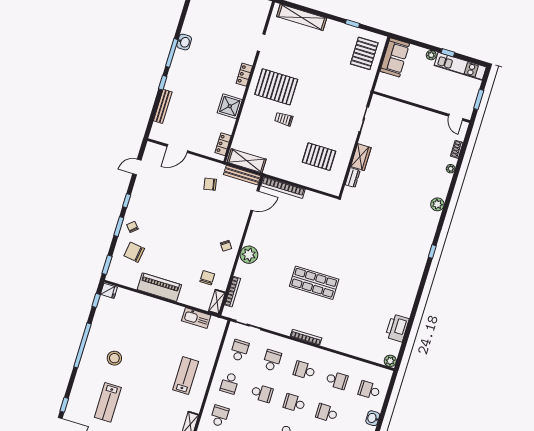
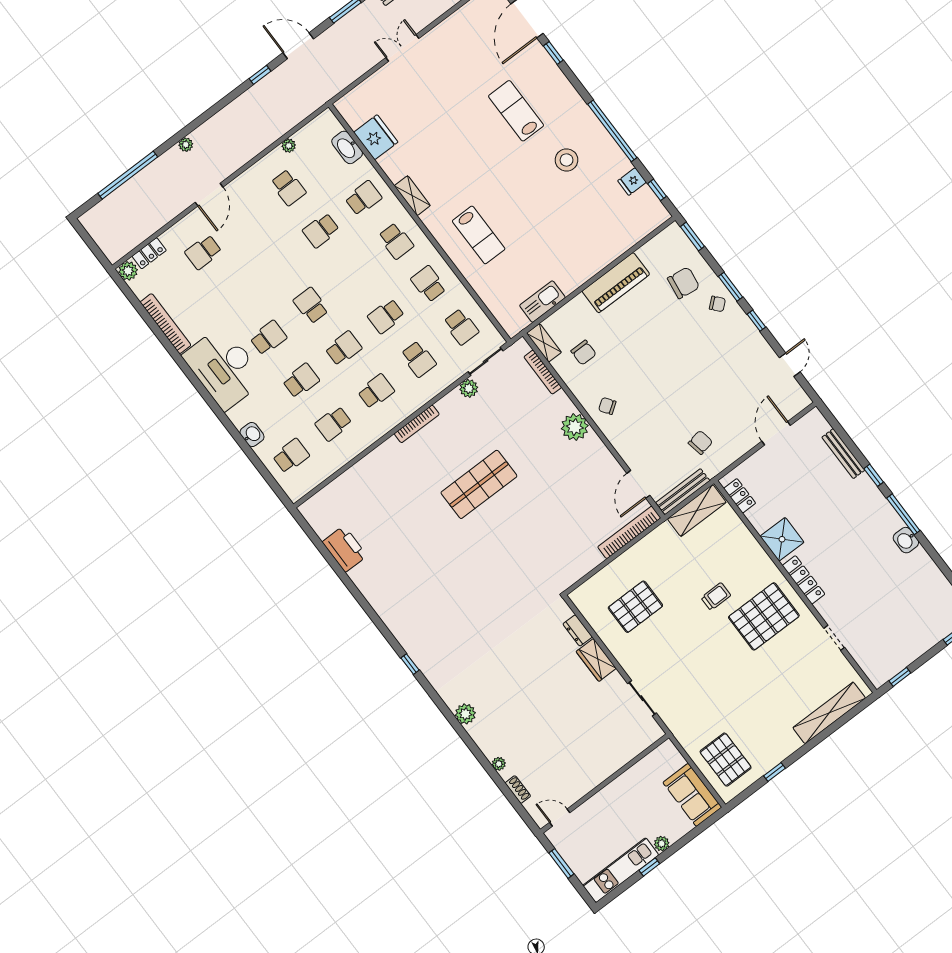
locker: (244, 75) -> (804, 580), width x1.53
fridge: (109, 291) -> (632, 181), moved
plant: (390, 361) -> (469, 388), moved

